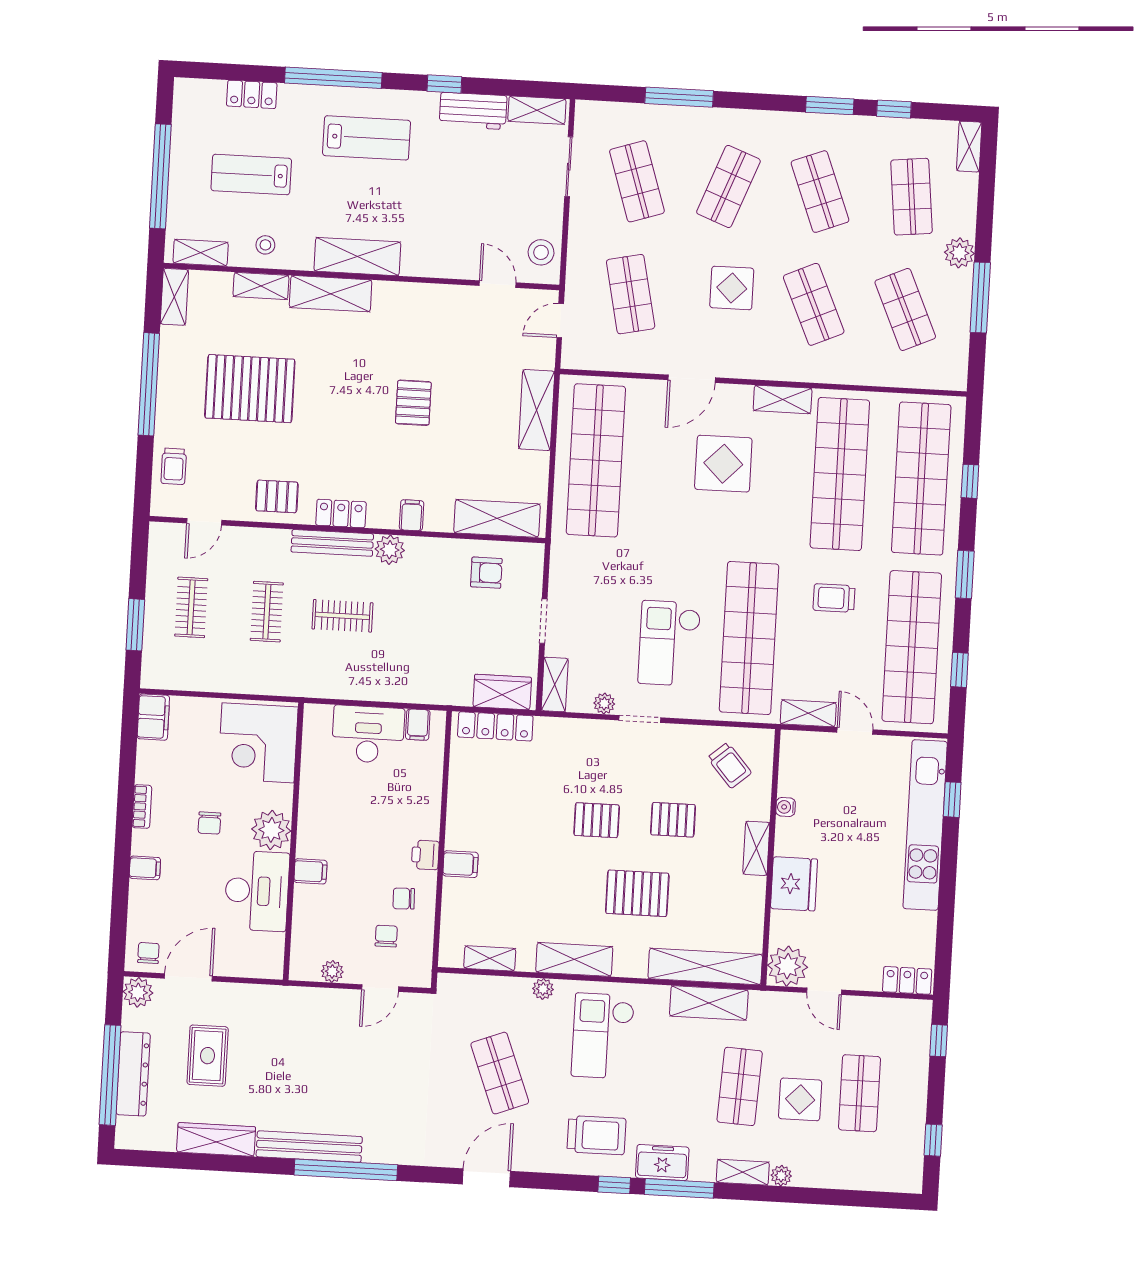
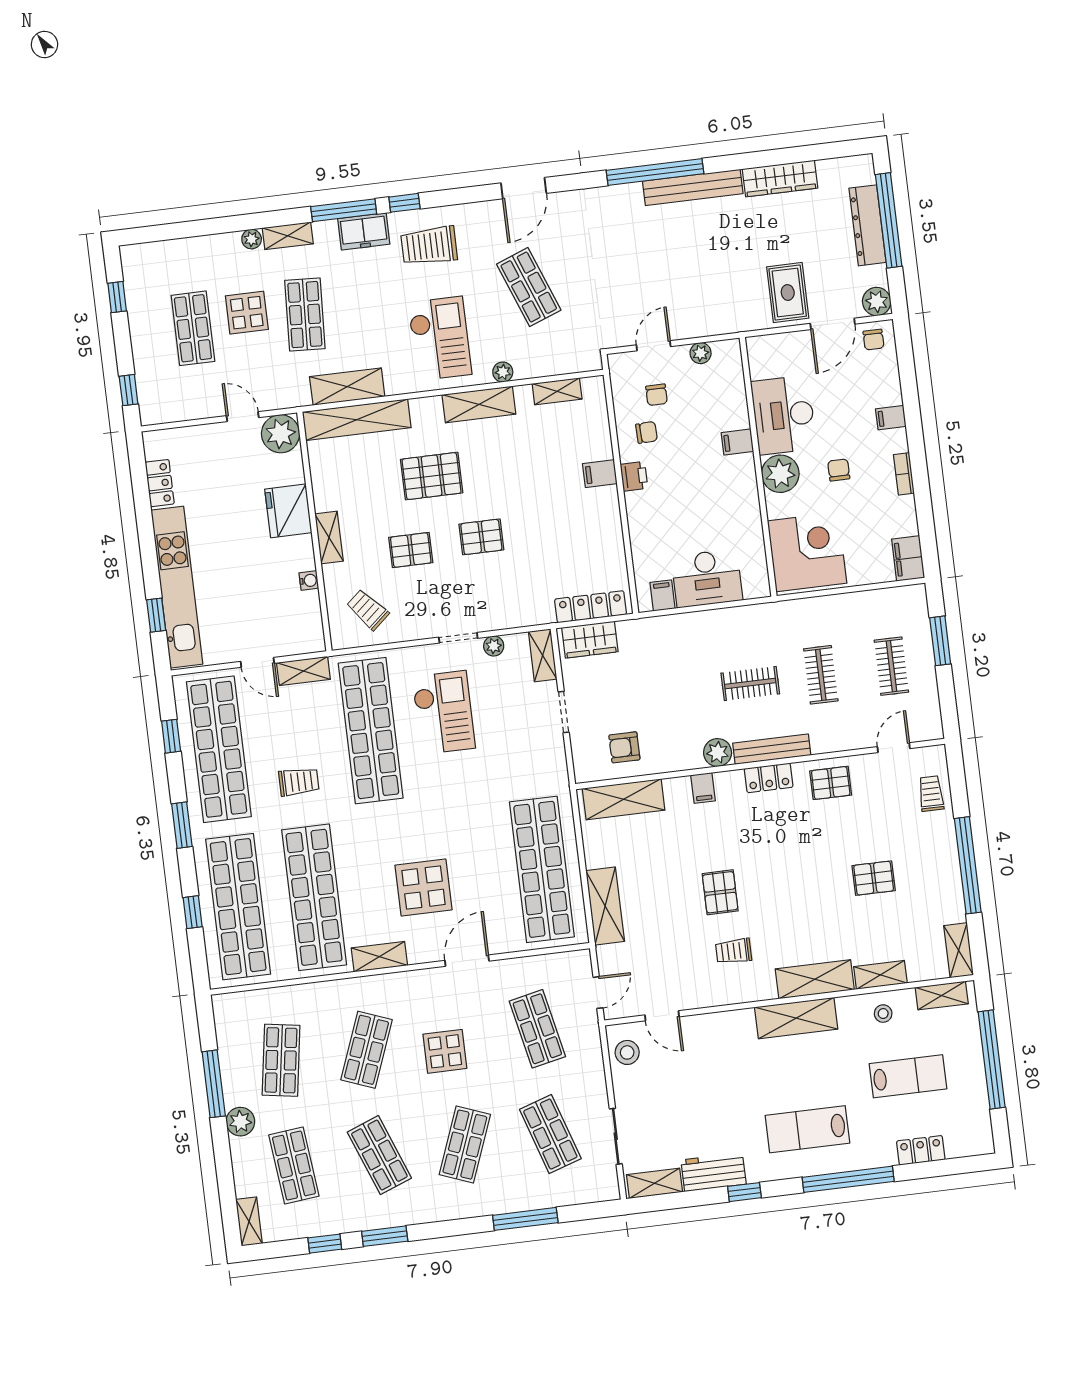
shop shelf: (814, 304) -> (366, 1050), turned 45
shop shelf: (905, 309) -> (281, 1060), turned 33
trolley: (410, 339) -> (733, 951), added
pallet: (250, 389) -> (874, 878), width x0.49, depth x0.50
locker: (907, 980) -> (160, 483), moved, turned -90
rug: (208, 1056) -> (788, 292), moved

